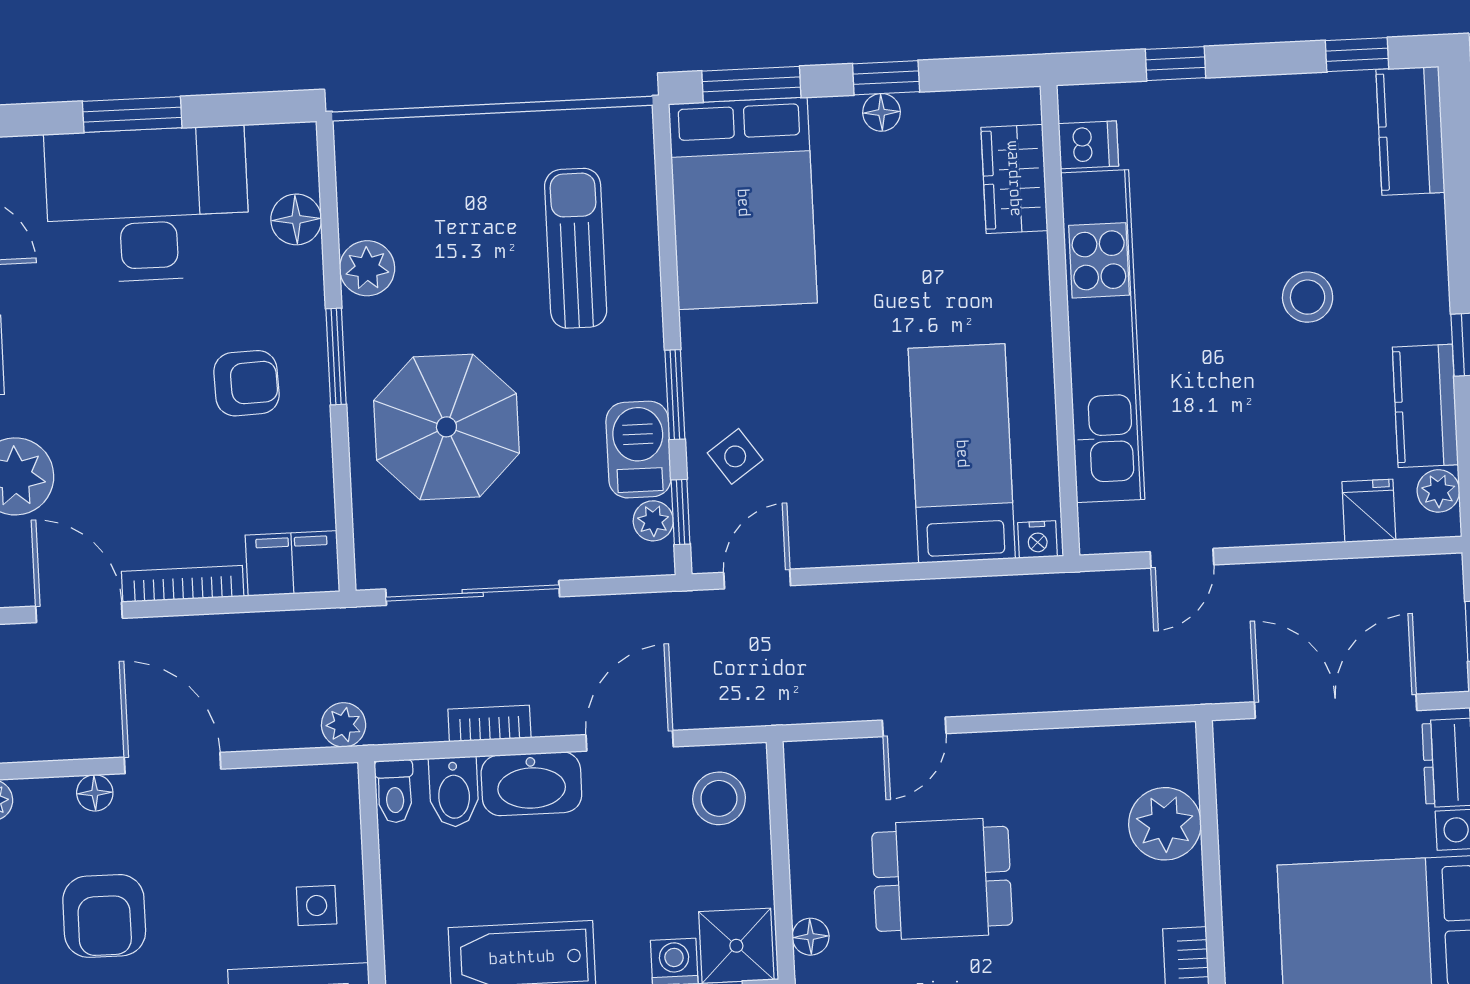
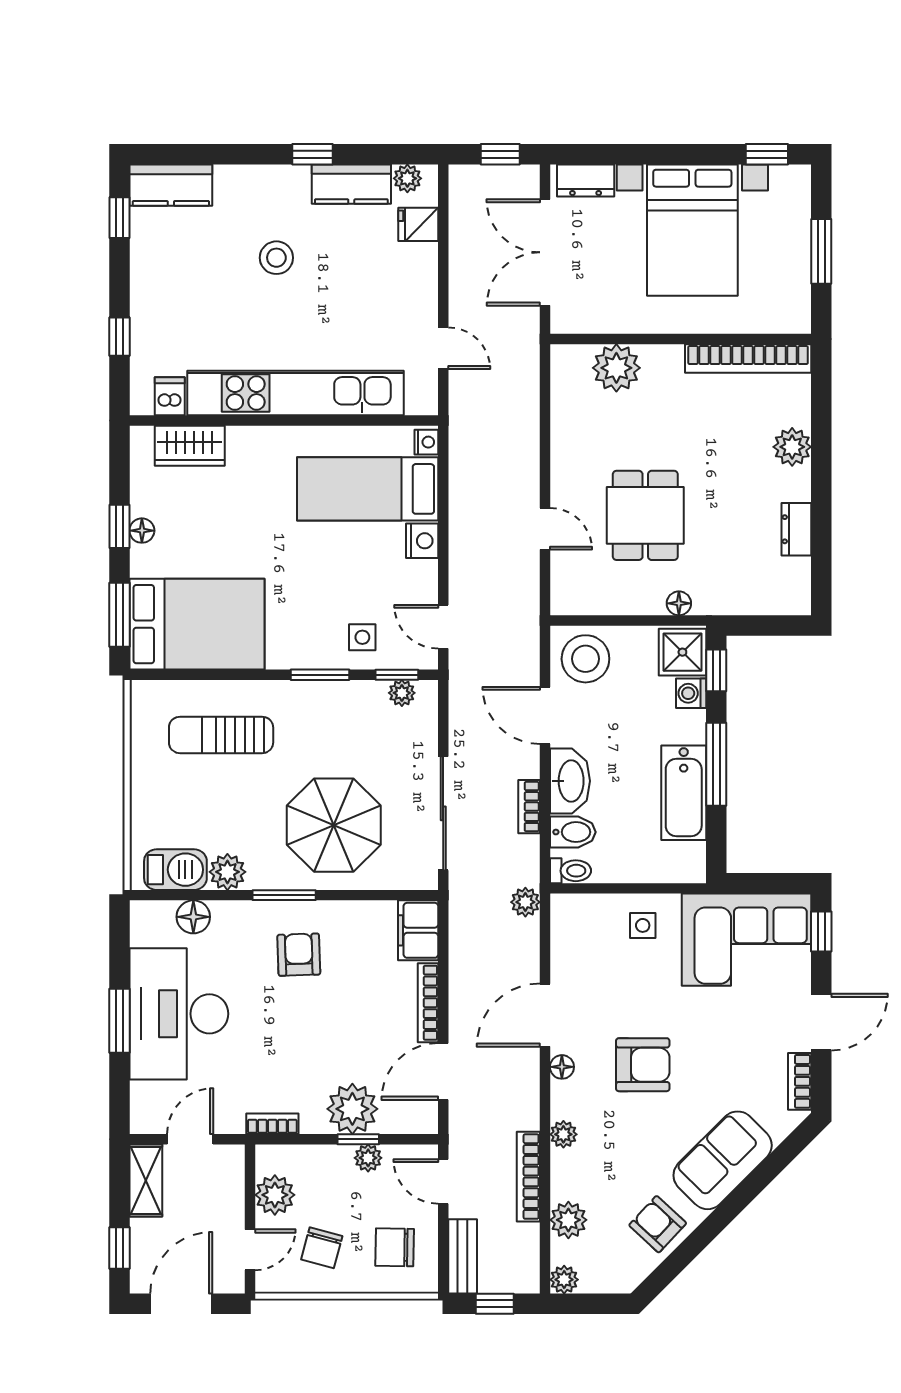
barbecue: (639, 450) -> (175, 870), moved, turned 180
side table: (735, 456) -> (362, 637), turned 35
nightstand: (887, 540) -> (422, 541), added
stool: (719, 798) -> (585, 659), width x1.38, depth x1.38

